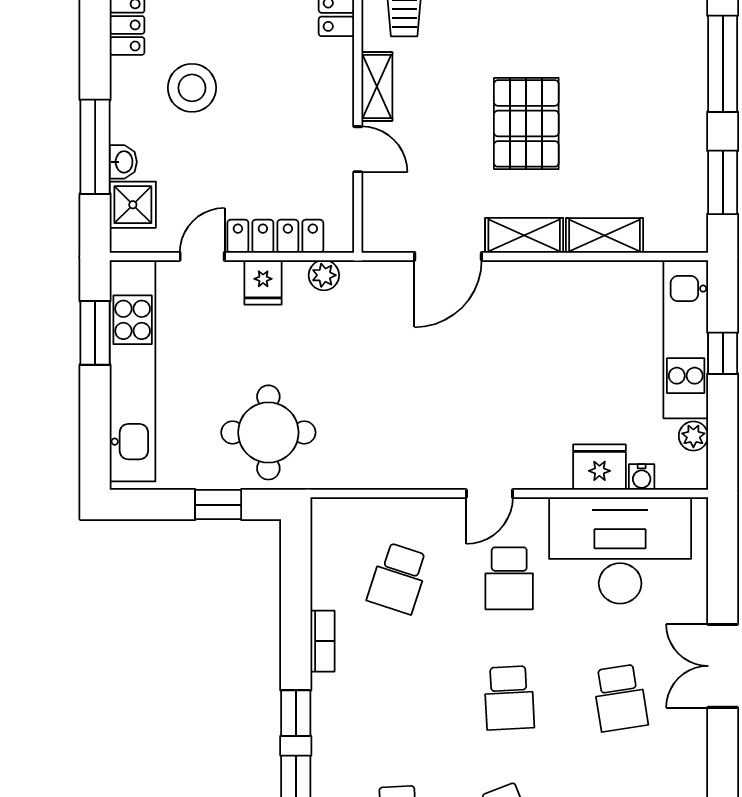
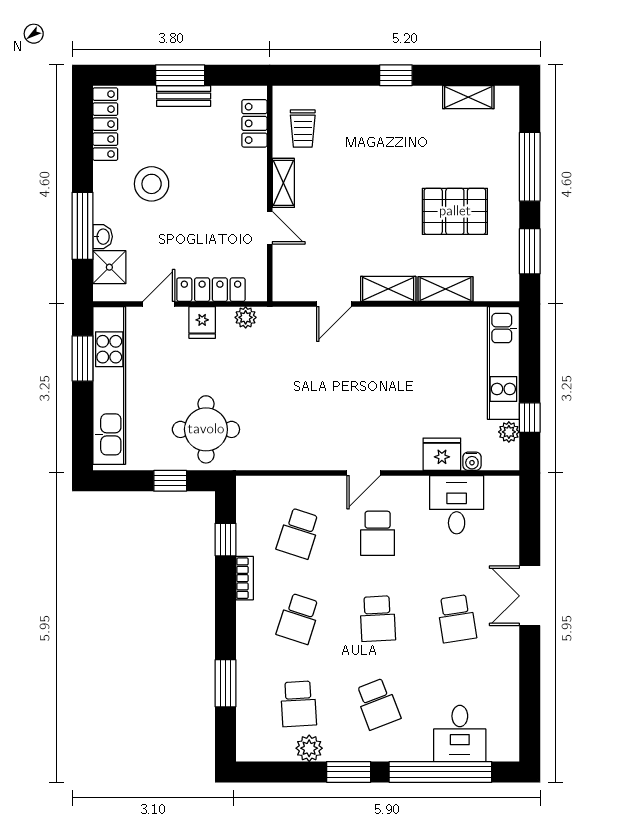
pallet: (526, 123) -> (455, 211), moved, turned 90
door: (448, 256) -> (334, 304), width x0.73
window: (723, 353) -> (530, 418), moved
desk: (620, 550) -> (457, 505), width x0.53, depth x0.77
school desk: (398, 698) -> (299, 619), added
window: (296, 713) -> (225, 540), moved

